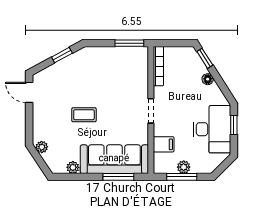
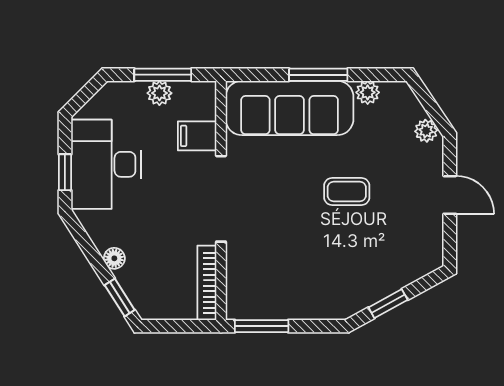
door: (29, 92) -> (450, 195), moved
doorway: (151, 111) -> (221, 199), width x1.88
window: (118, 177) -> (318, 75), moved

